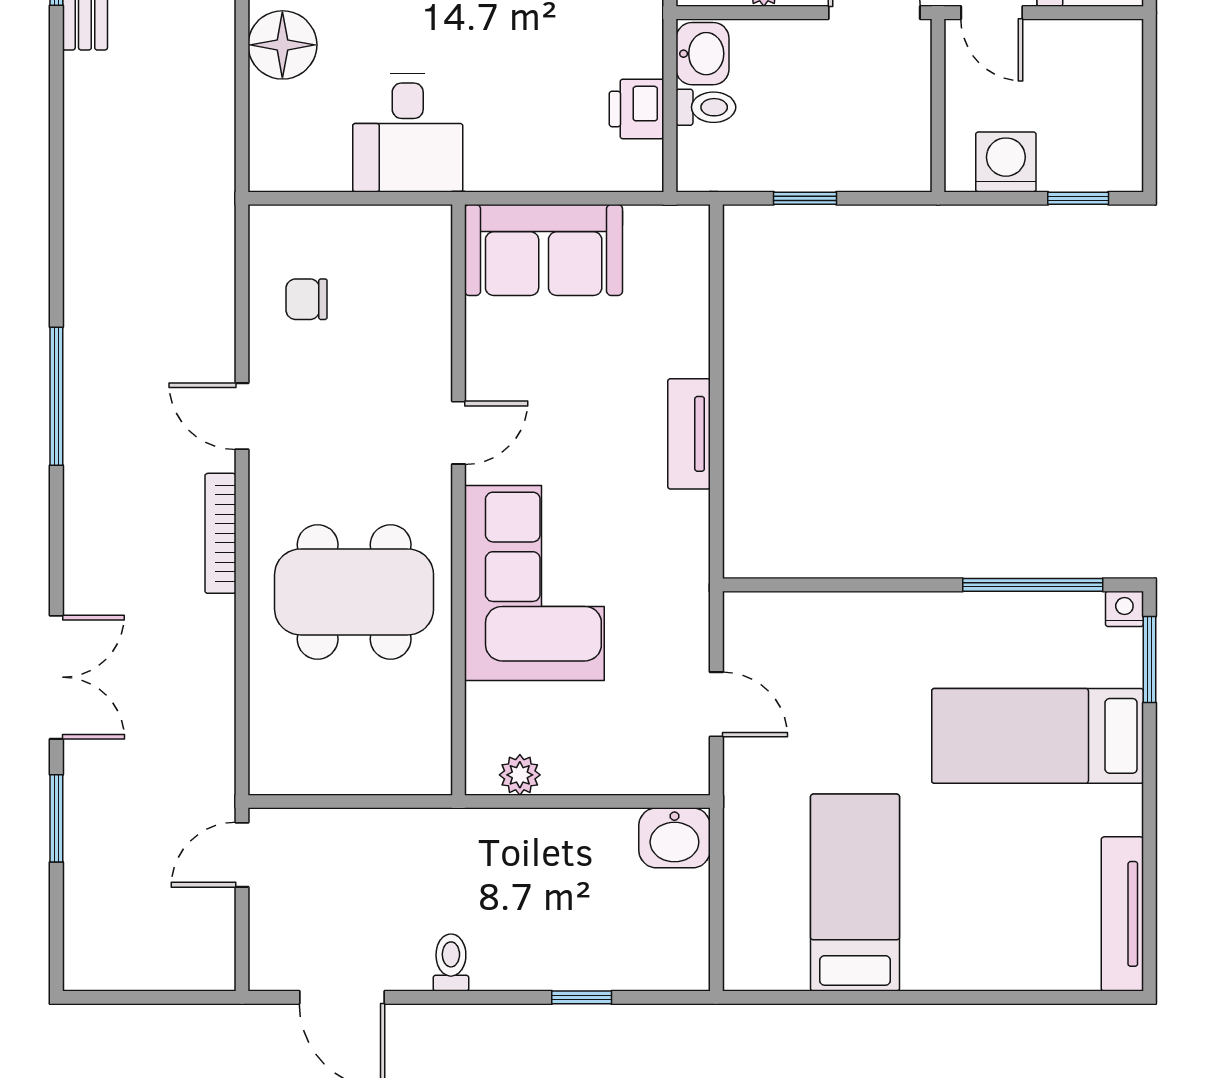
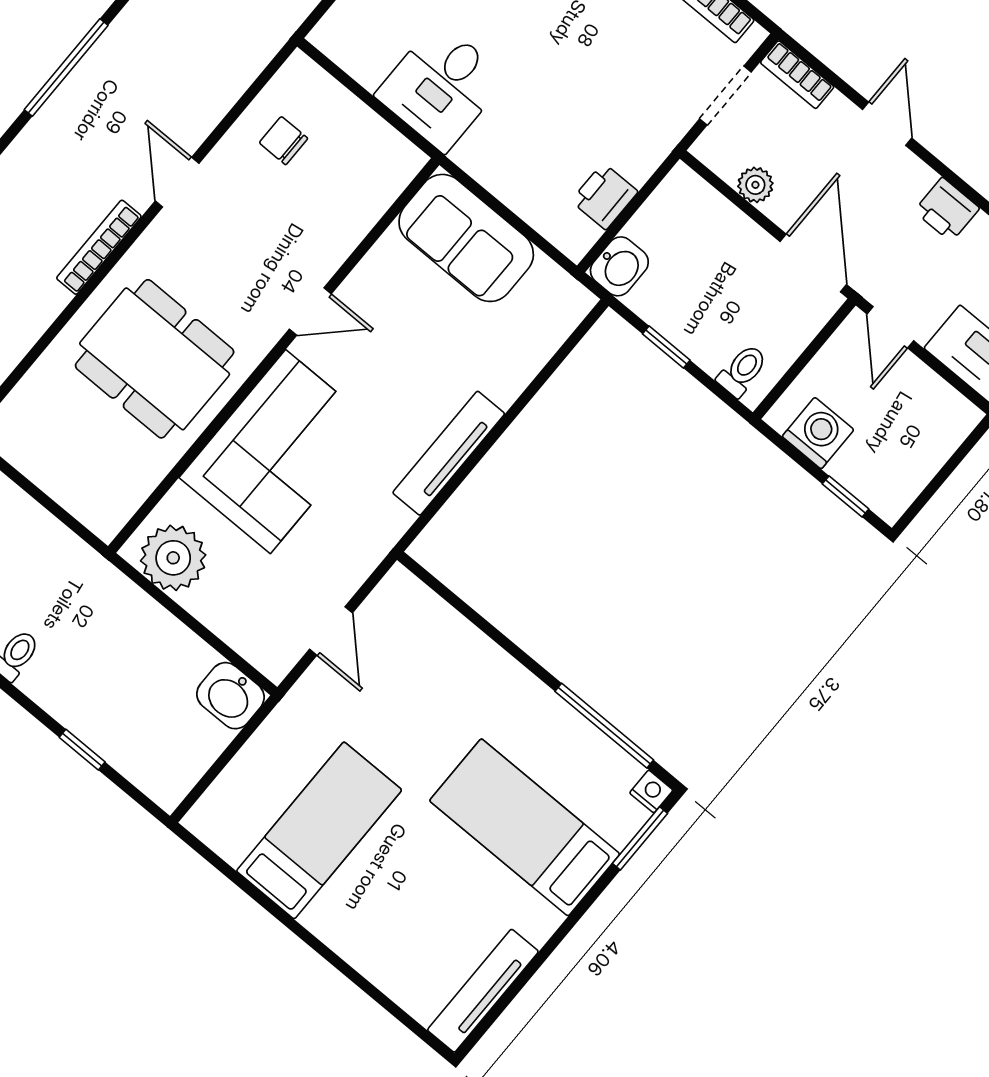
washbasin: (703, 54) -> (619, 266), moved
toilet: (706, 107) -> (742, 371), moved, turned -90
tv unit: (689, 434) -> (449, 453), width x1.41
plant: (520, 775) -> (173, 558), width x1.88, depth x1.88

